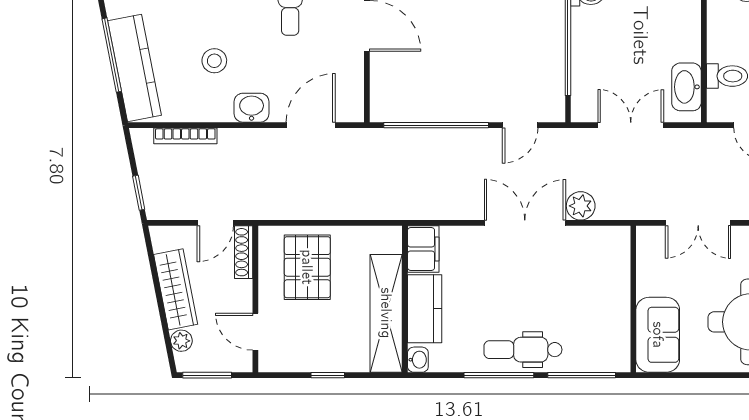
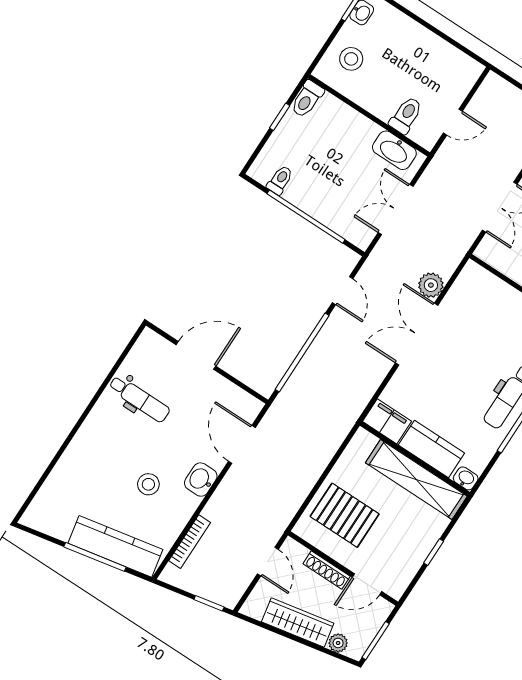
shoe rack: (244, 252) -> (327, 570), moved

